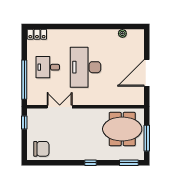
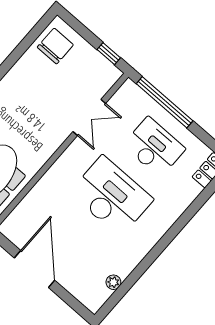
desk: (48, 67) -> (154, 147), width x1.37
chair: (41, 149) -> (55, 46), turned 180

